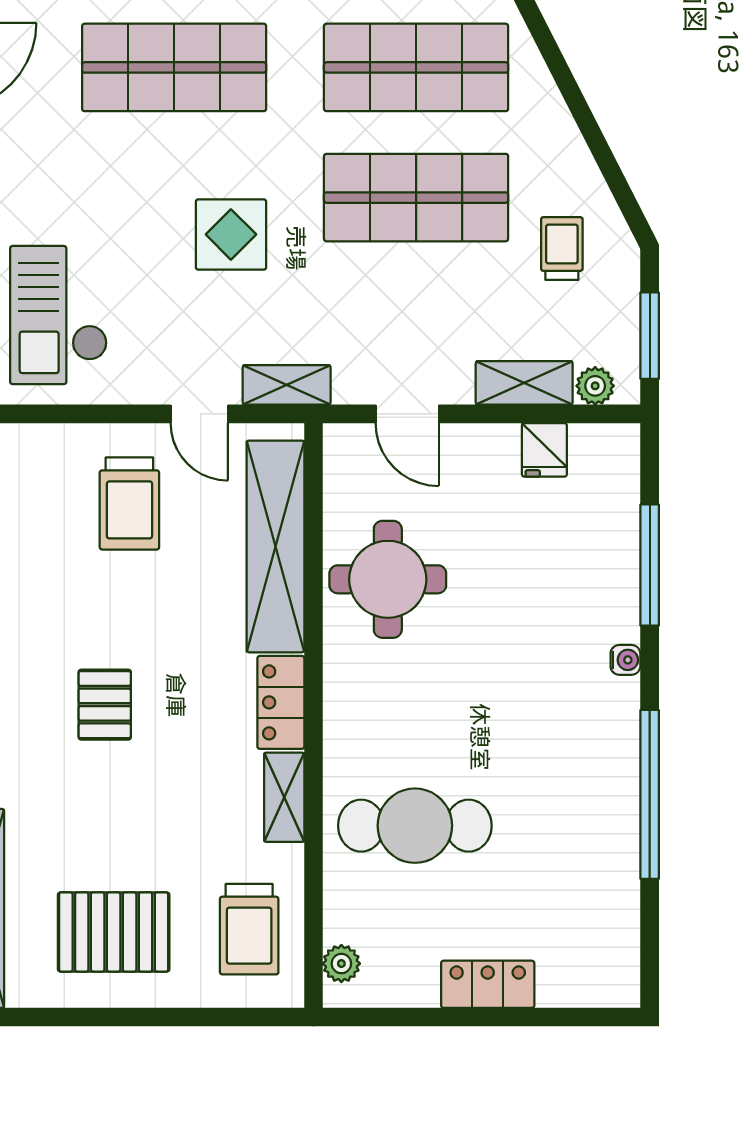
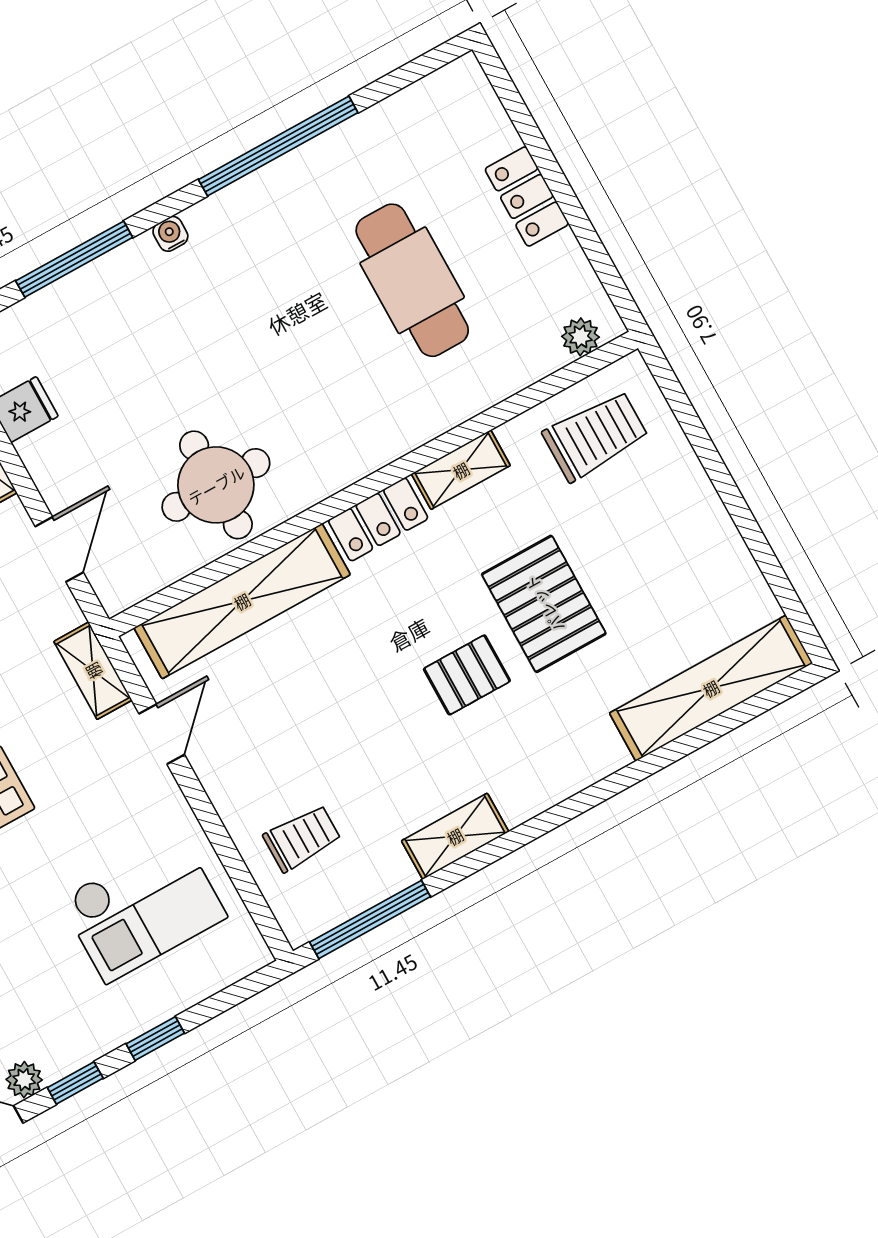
trolley: (129, 503) -> (302, 838), moved, width x0.73, depth x0.72
cafe table: (415, 826) -> (412, 280), moved
pallet: (114, 932) -> (544, 604), moved

